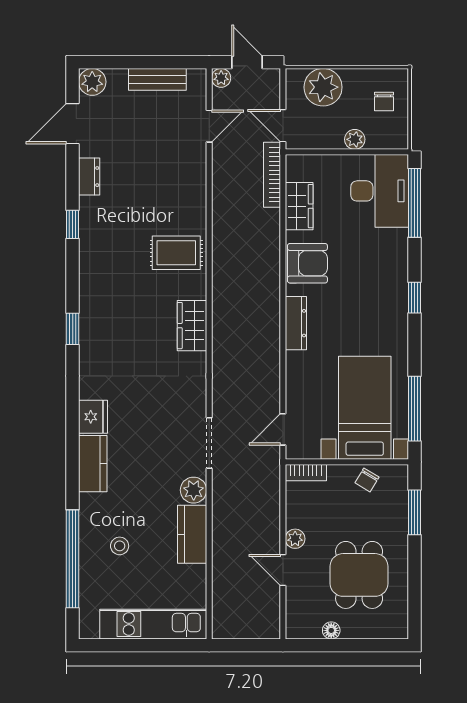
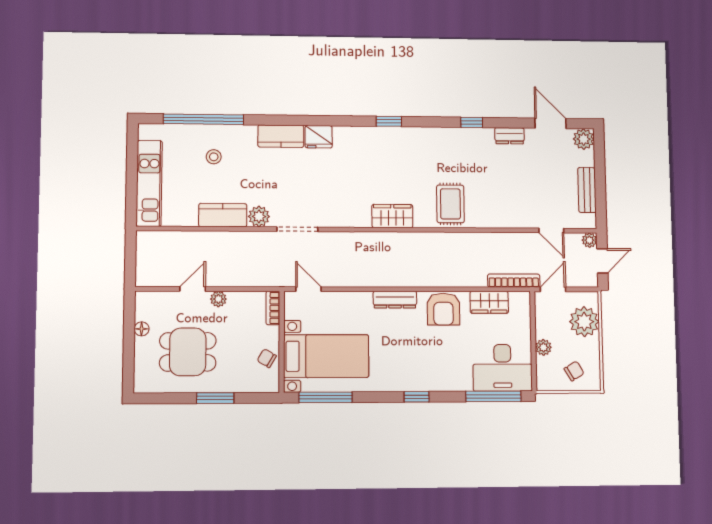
chair: (384, 102) -> (574, 371), turned 149
window: (415, 512) -> (215, 398), moved

